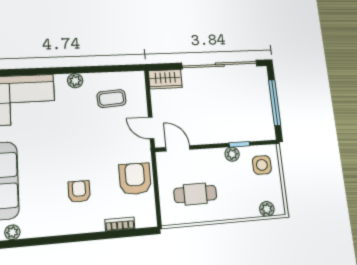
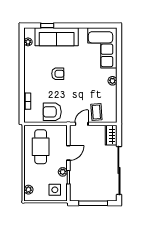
coffee table: (111, 99) -> (96, 112), moved
door: (178, 148) -> (68, 153), moved
armchair: (135, 179) -> (52, 112), turned 180
armchair: (79, 192) -> (58, 74), moved
cafe table: (195, 194) -> (41, 147), width x1.37, depth x1.35

